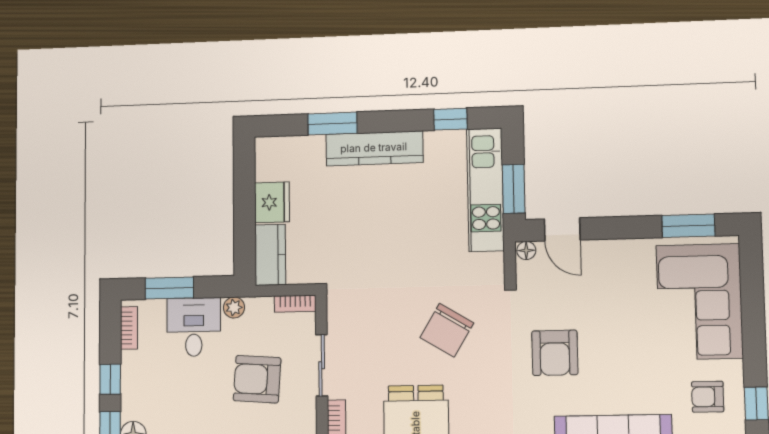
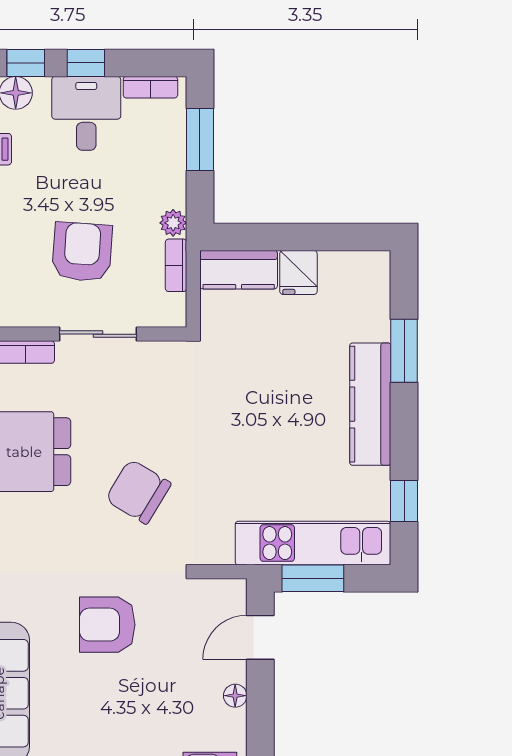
fridge: (272, 202) -> (298, 272), width x0.72
floor lamp: (526, 250) -> (235, 696), moved
bookcase: (295, 304) -> (176, 265), moved
desk: (194, 327) -> (86, 113), moved, turned -90

